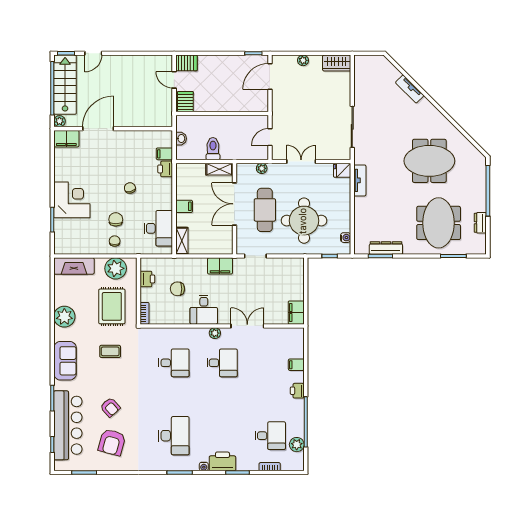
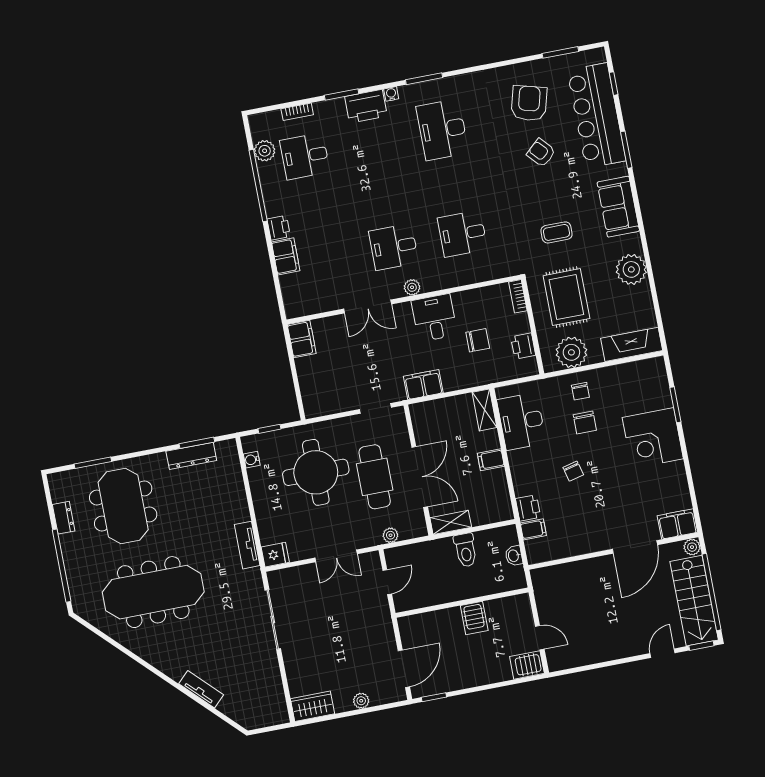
server rack: (185, 102) -> (474, 618), moved
meeting table: (429, 161) -> (153, 592), width x1.36
filing cabinet: (296, 365) -> (286, 256), width x2.00

